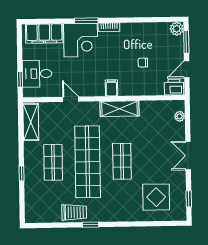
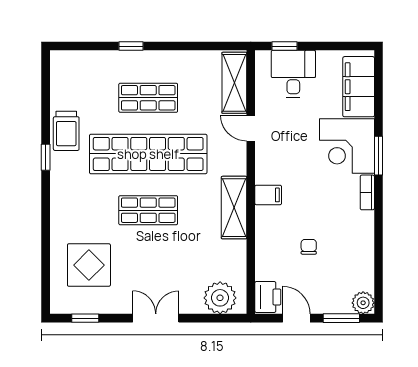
door: (71, 99) -> (251, 128), swing flipped
plant: (180, 116) -> (220, 298), width x1.88, depth x1.88
shelving: (31, 122) -> (234, 83), moved, turned 90

